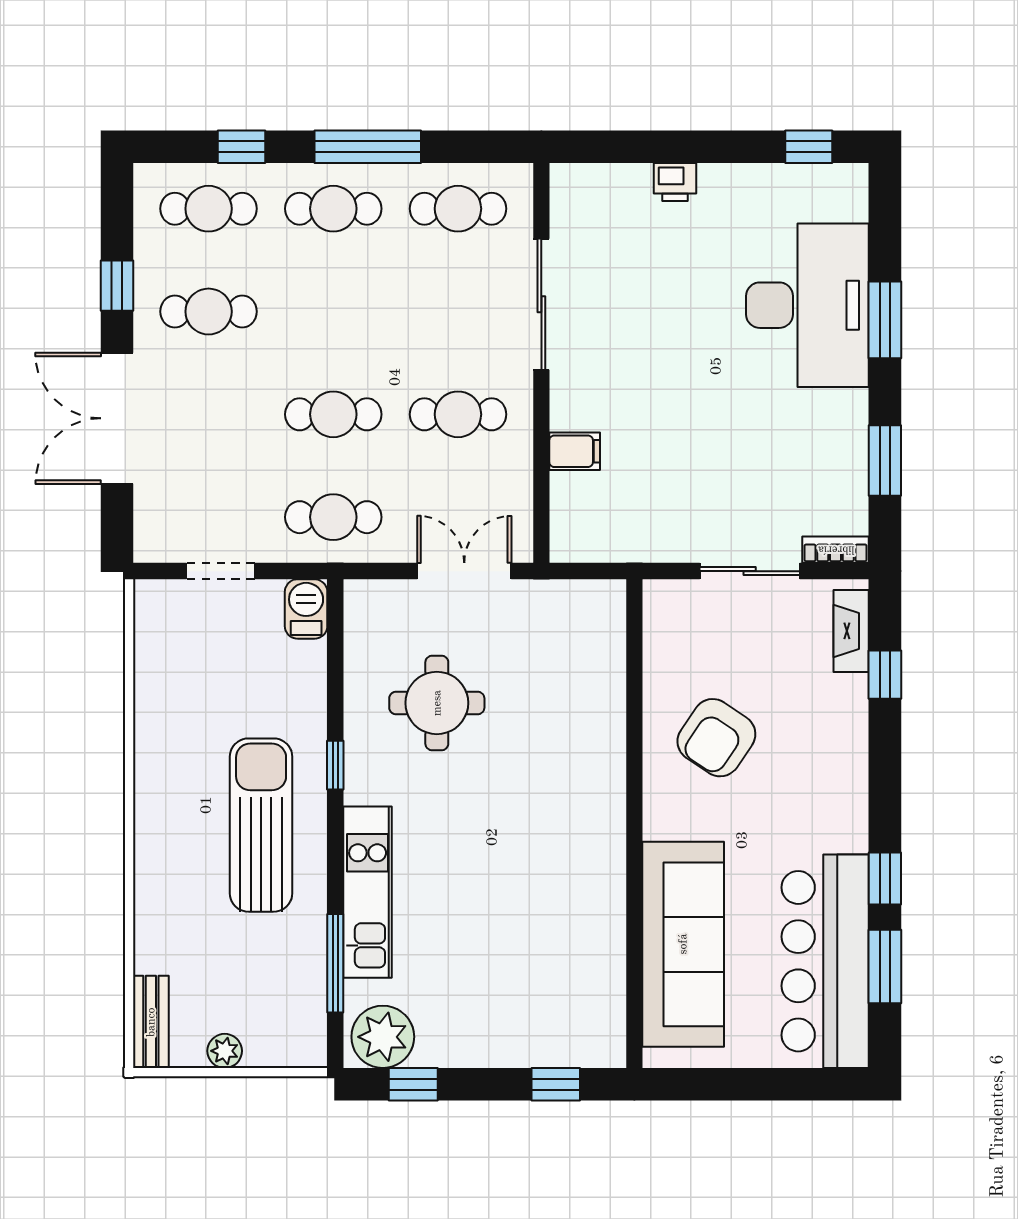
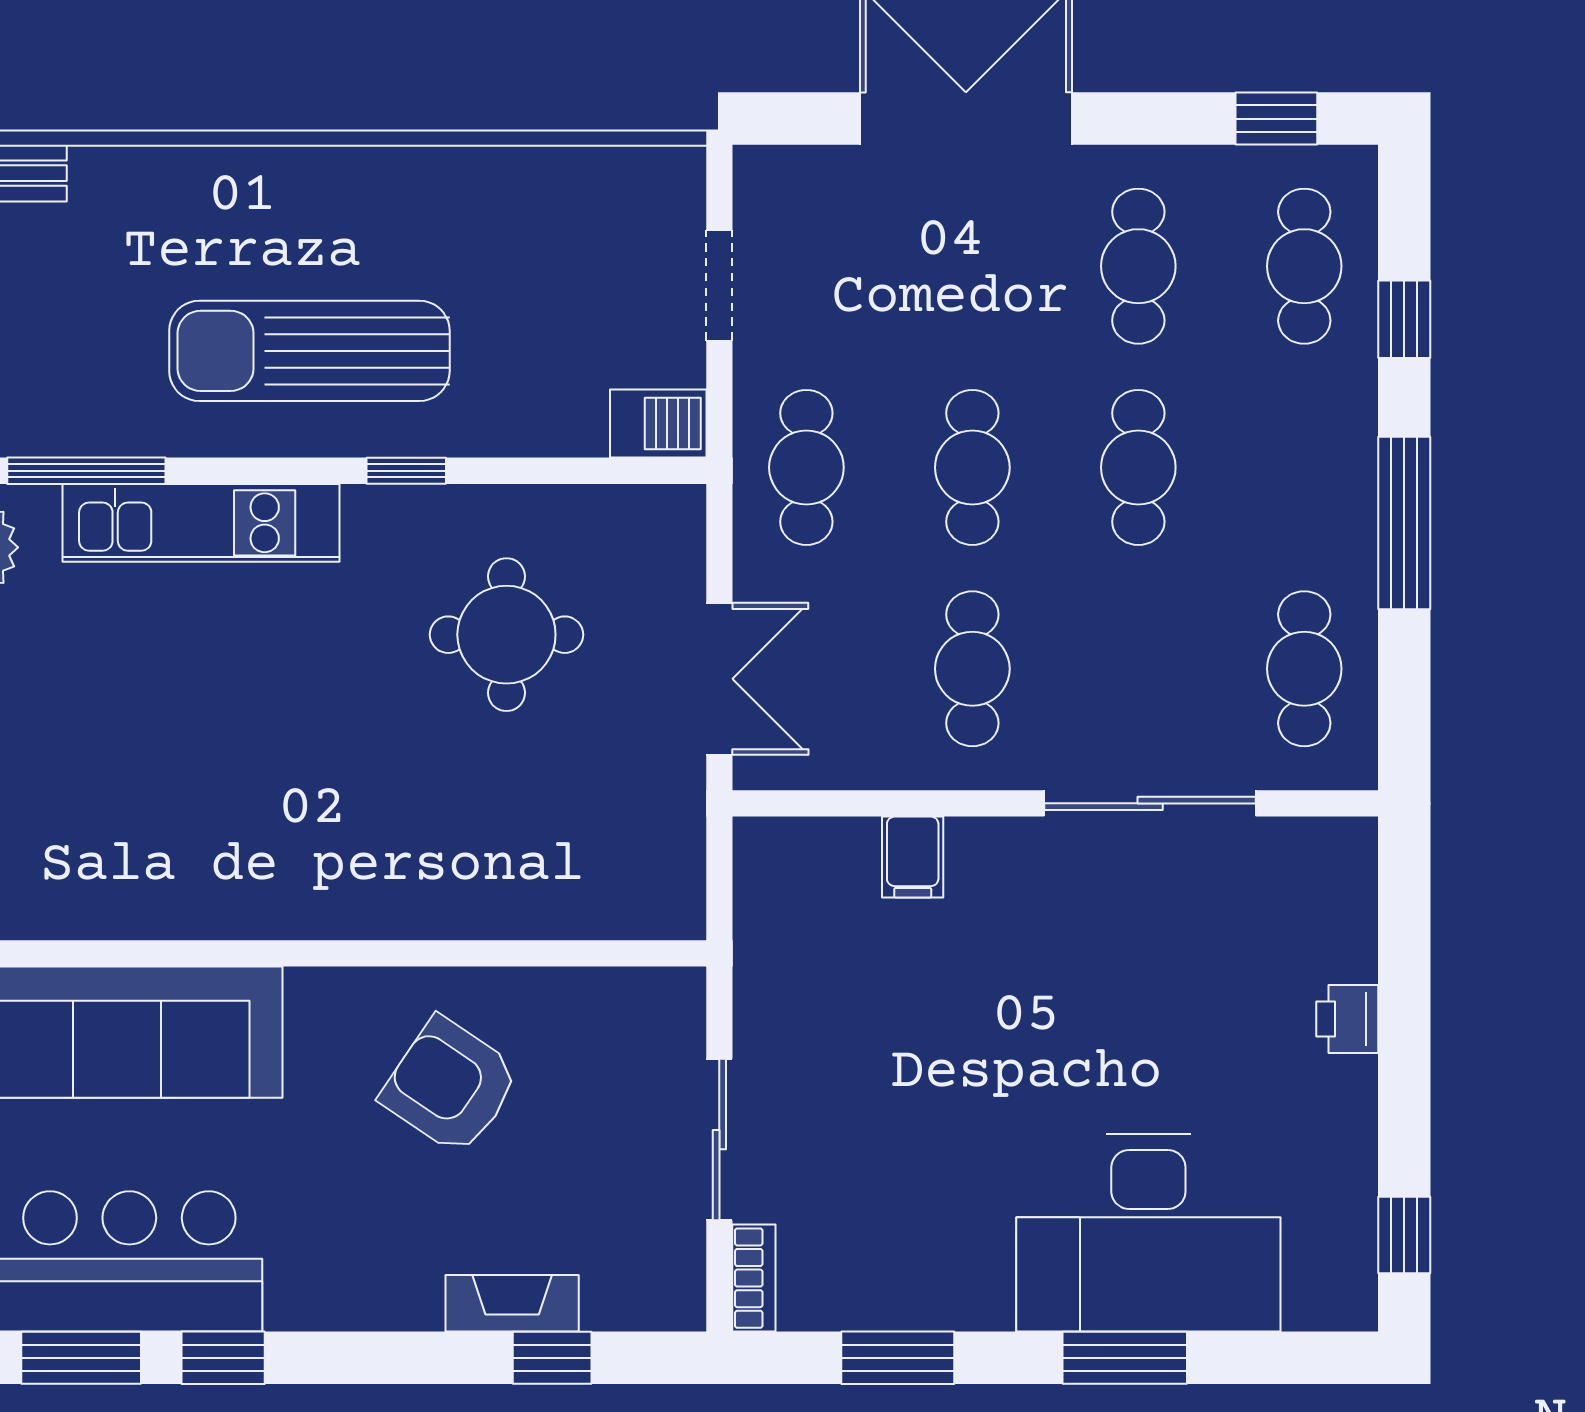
cafe table: (333, 209) -> (1138, 467), moved
window: (117, 286) -> (1276, 119), moved
fireplace: (851, 631) -> (512, 1303), moved
sun lounger: (261, 825) -> (309, 351), turned 180

